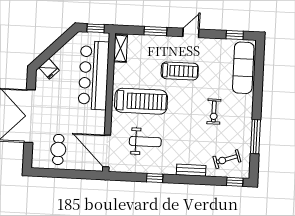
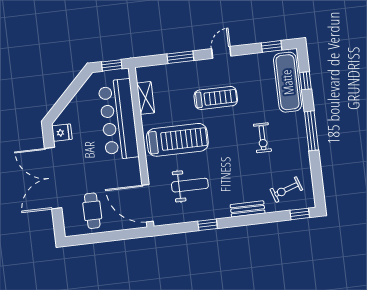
shelving: (121, 48) -> (146, 98), moved
fridge: (49, 69) -> (62, 133), moved, turned -45
window: (259, 69) -> (306, 81), added
window: (255, 137) -> (311, 131), moved

